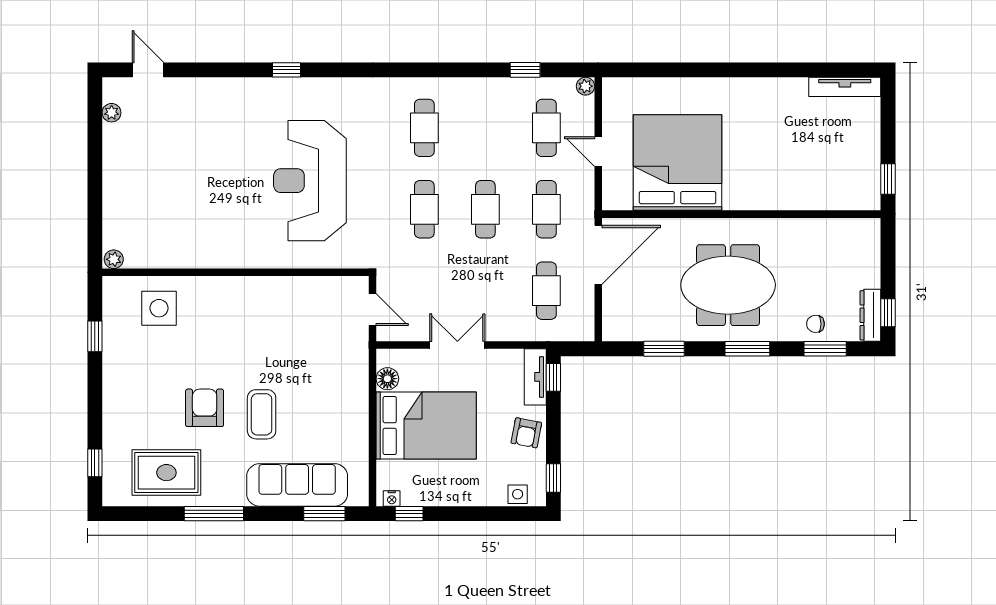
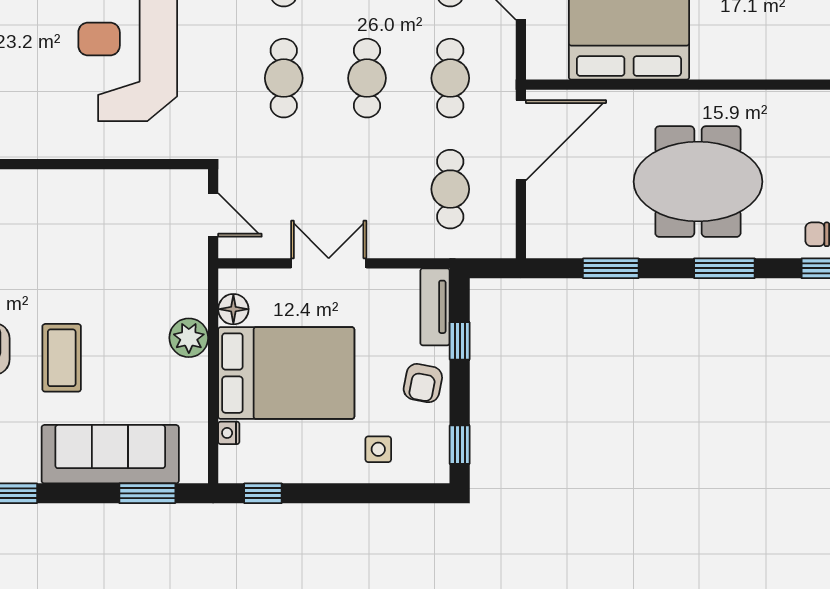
window: (553, 377) -> (460, 341), moved
plant: (355, 400) -> (189, 338), added
side table: (518, 494) -> (378, 449), moved
nightstand: (392, 499) -> (229, 433), moved, turned 90

